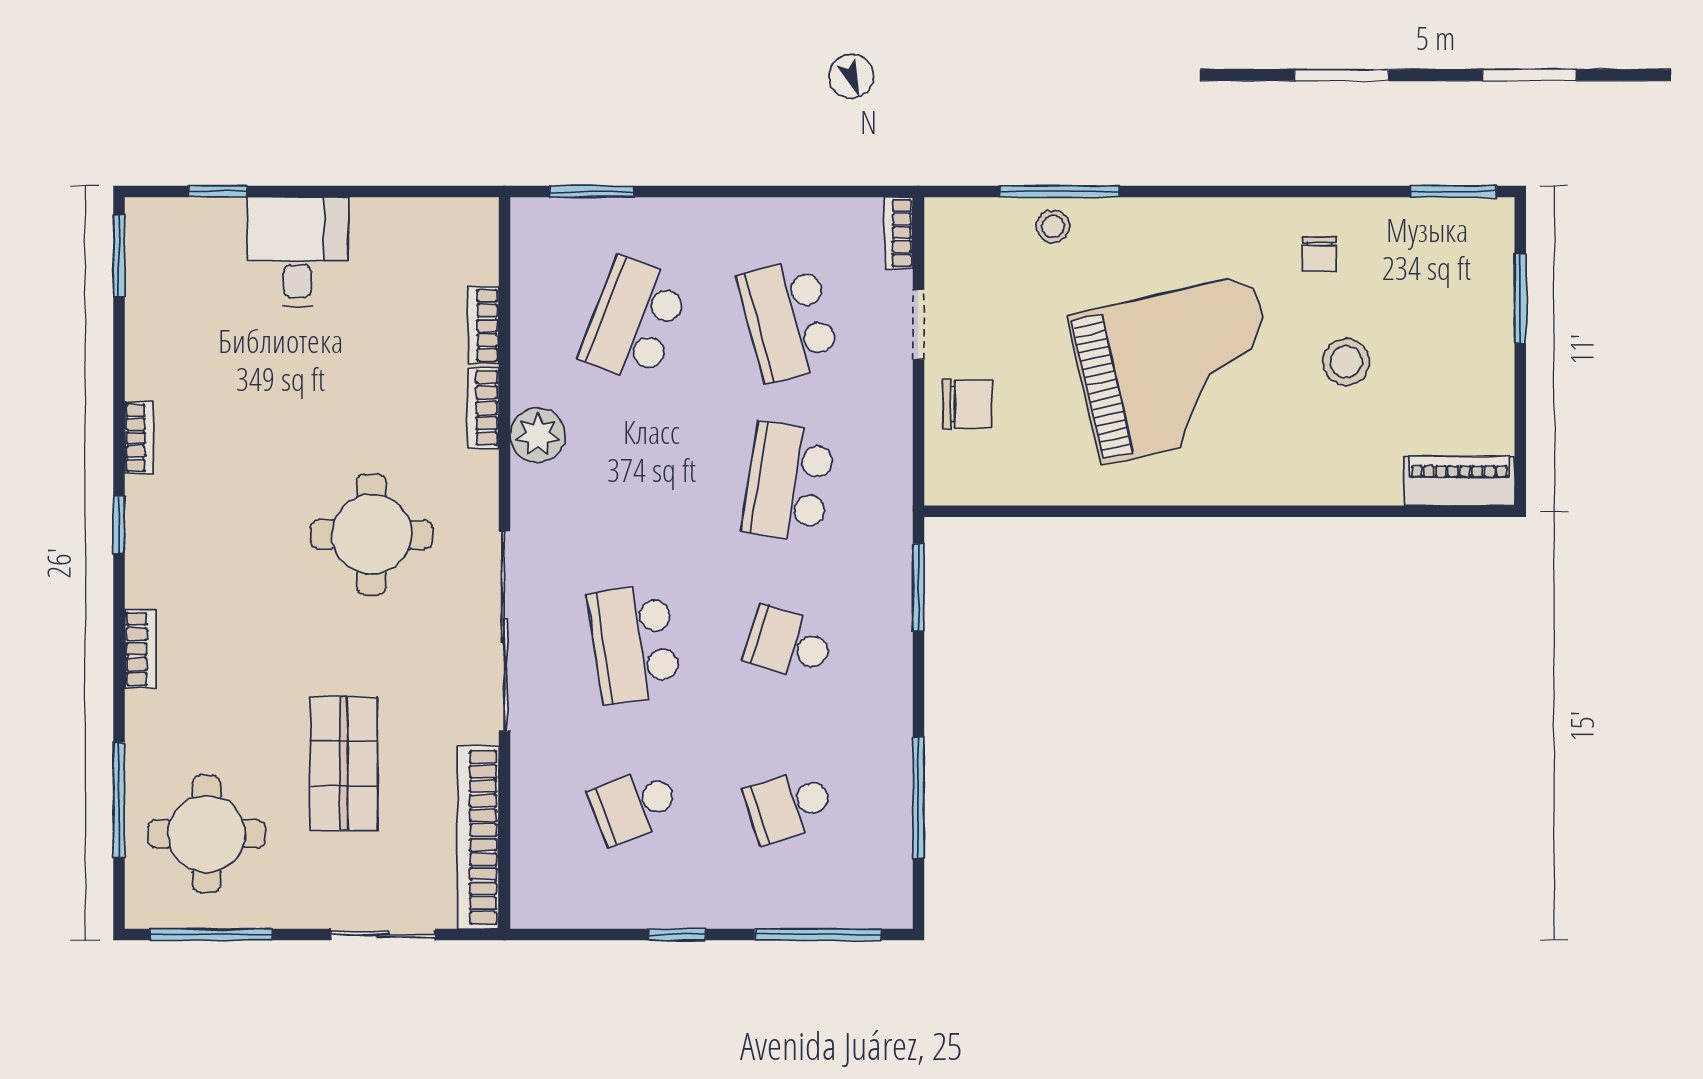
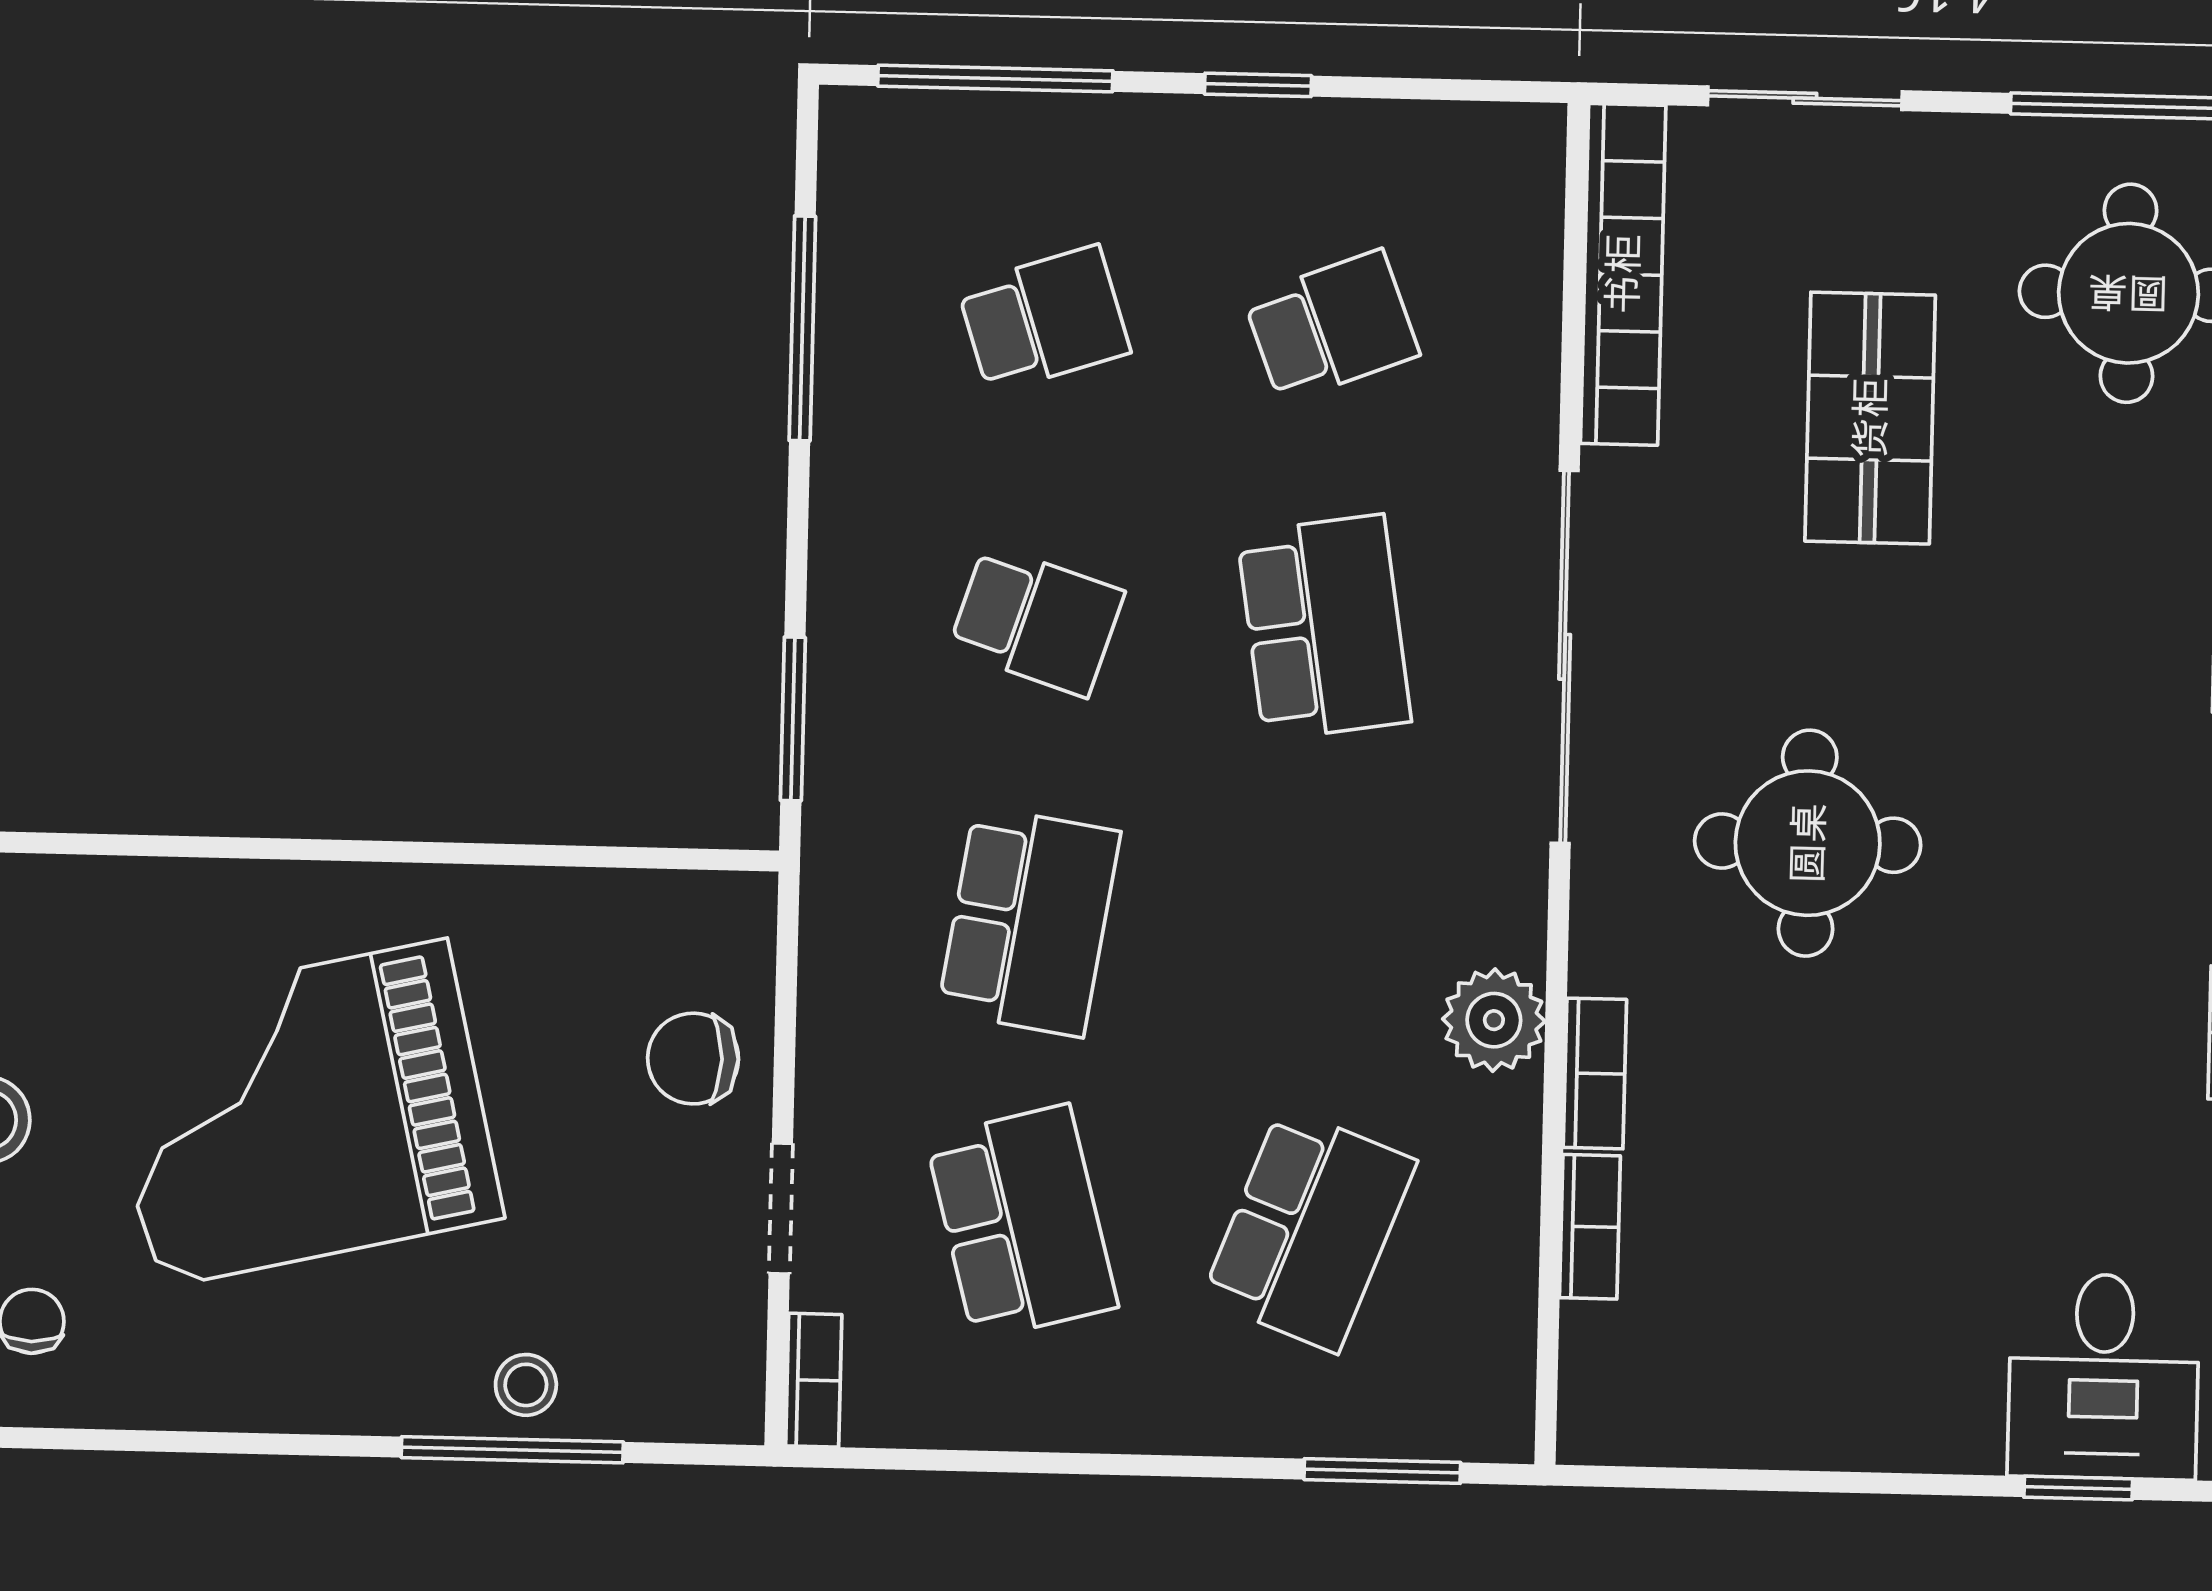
desk: (297, 252) -> (2104, 1376), moved

